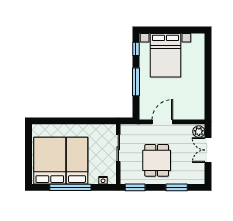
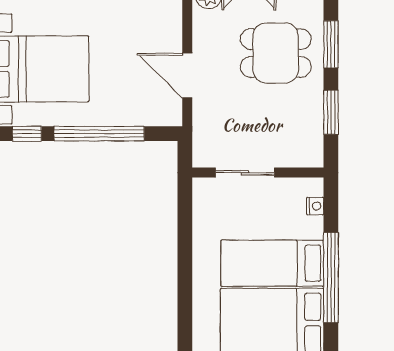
window: (136, 82) -> (99, 134), width x1.46
dining table: (157, 160) -> (276, 53), moved
window: (135, 187) -> (331, 112), moved

